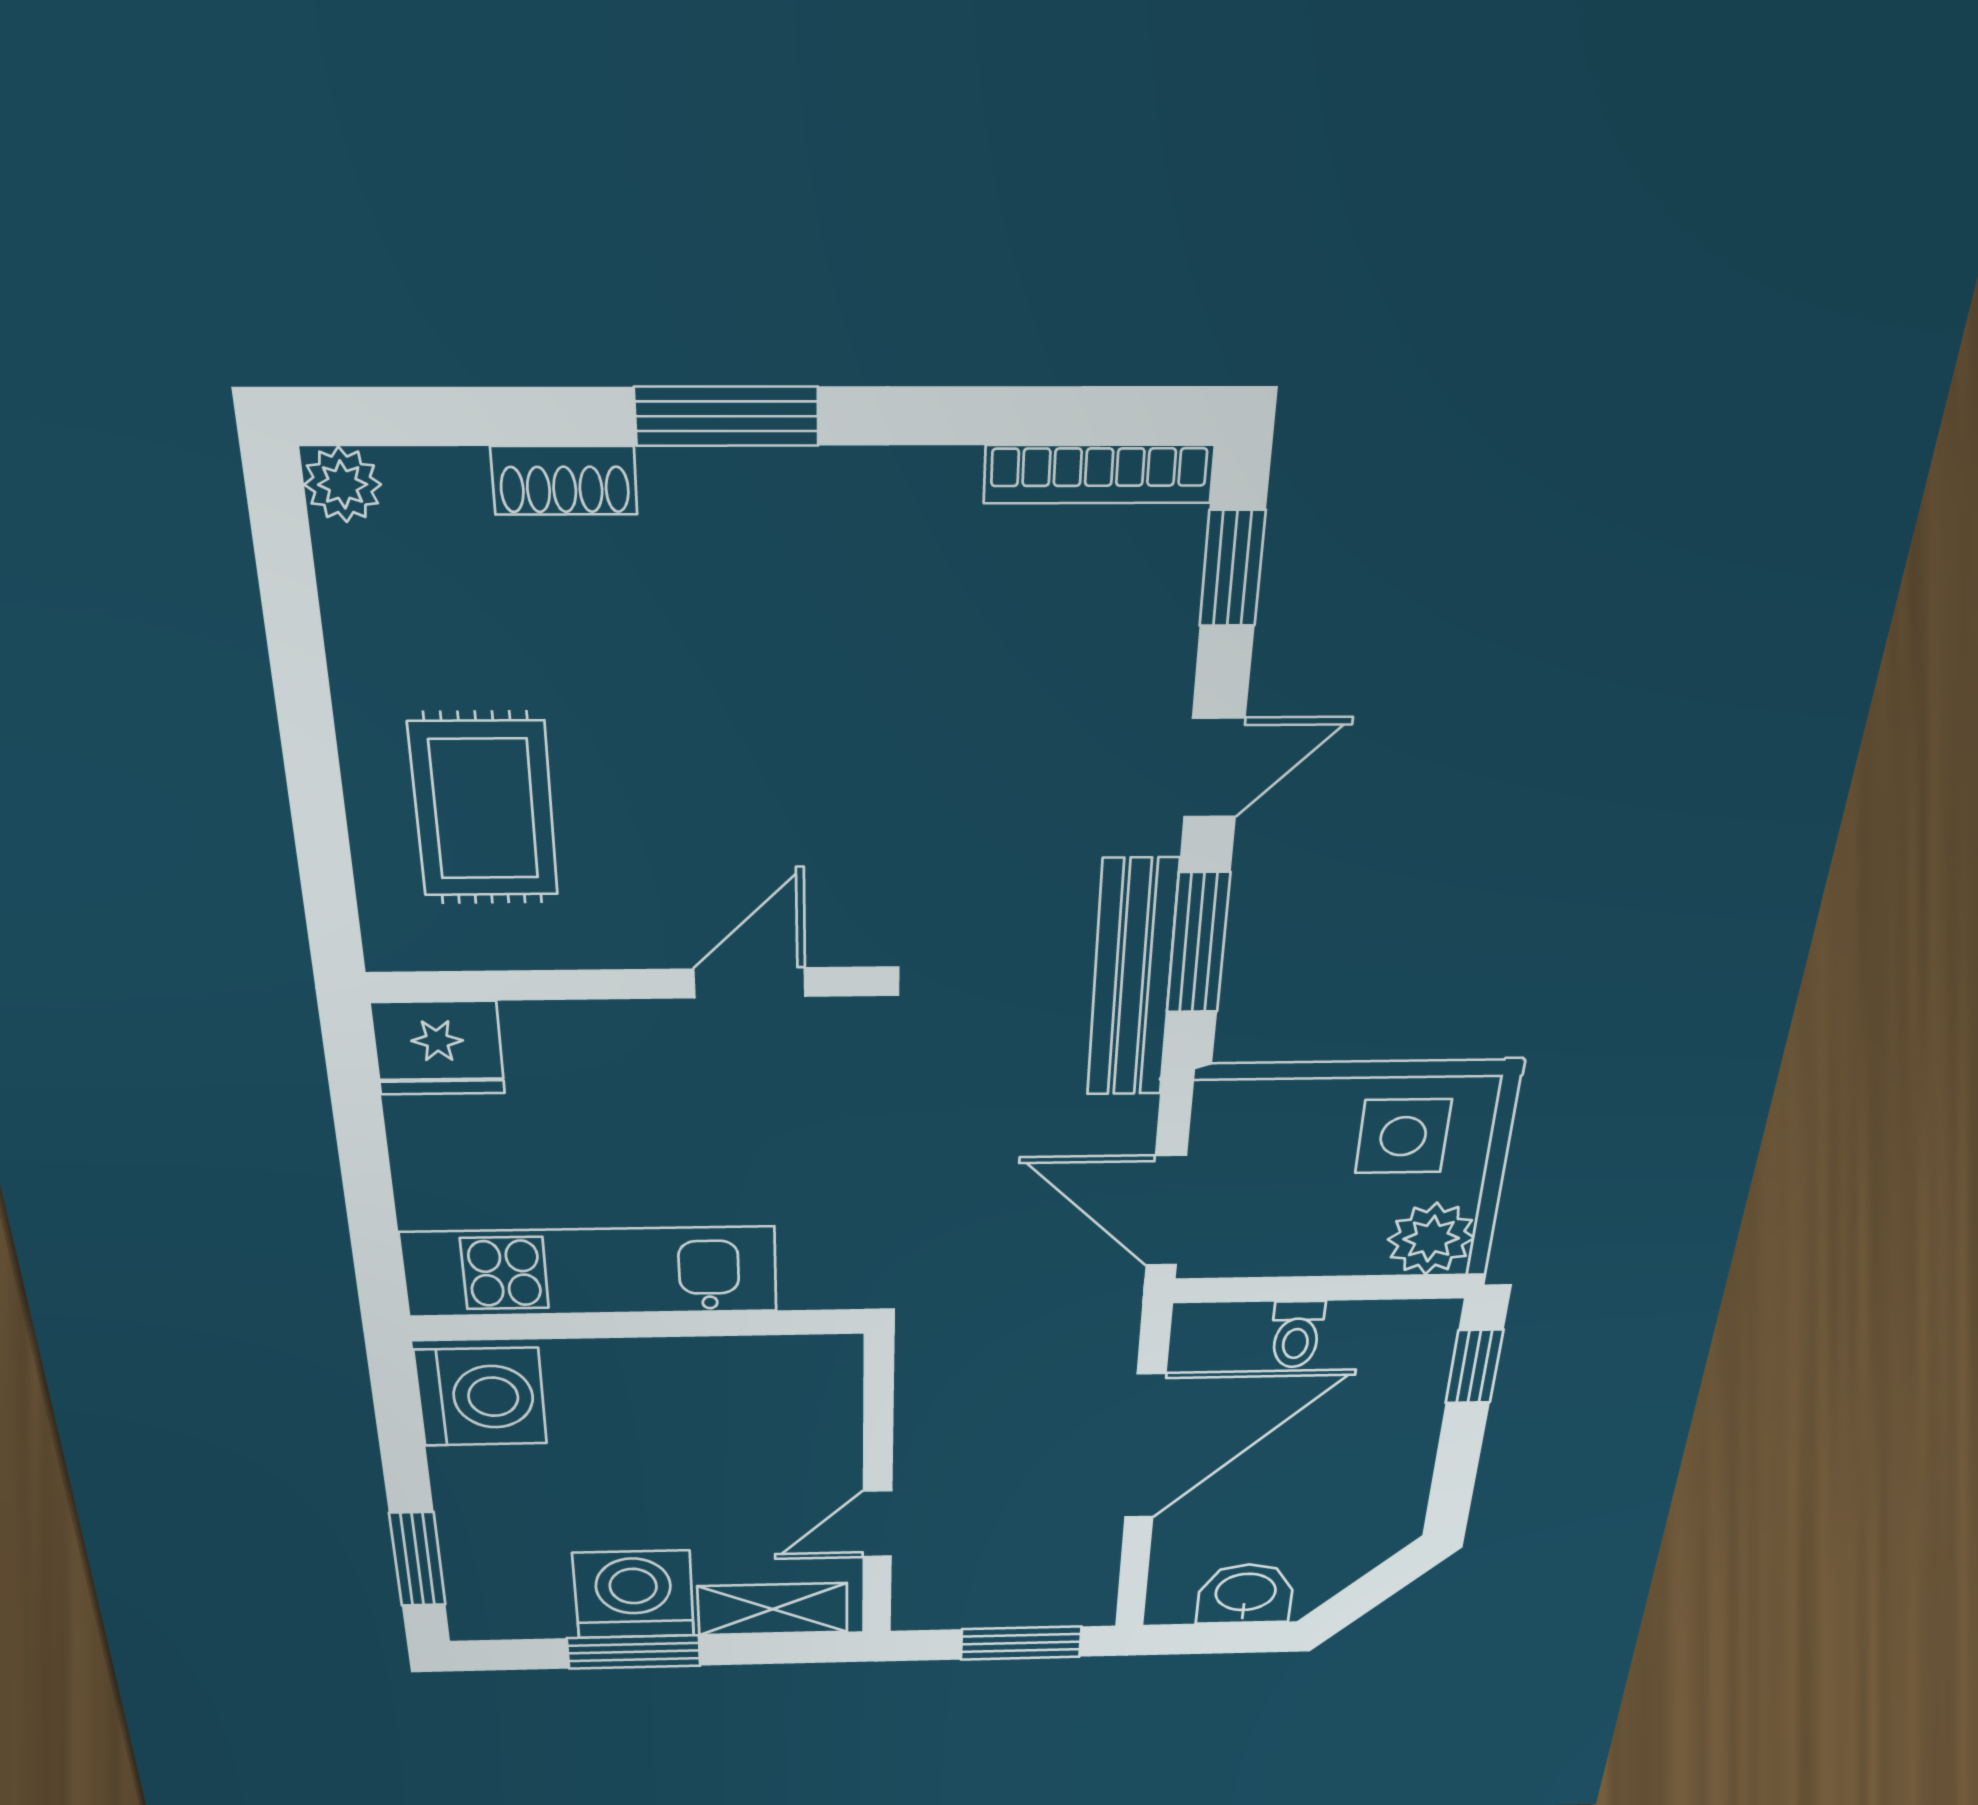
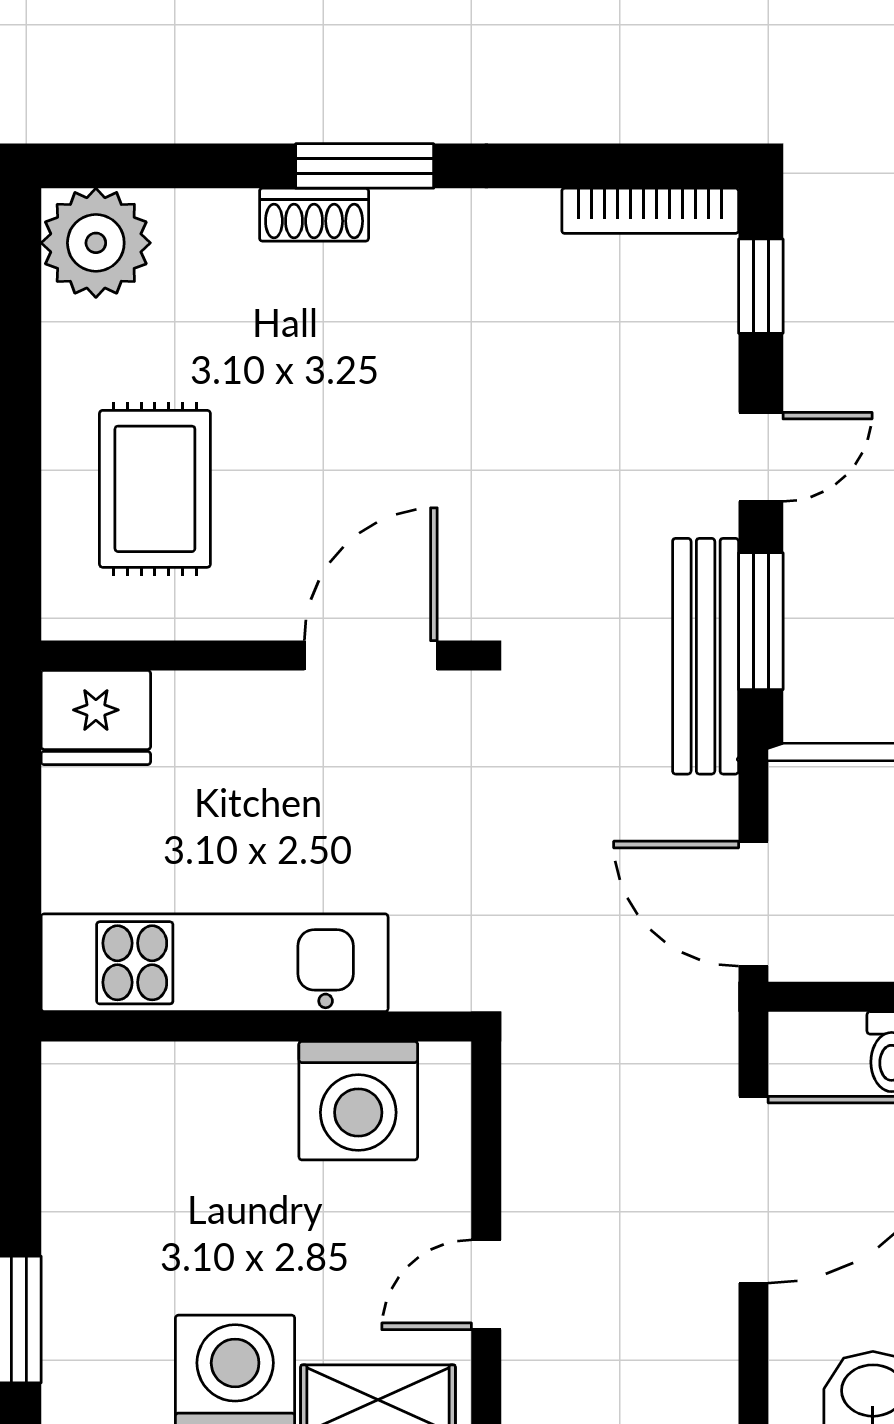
shoe rack: (564, 480) -> (314, 215), moved
plant: (343, 485) -> (96, 243), width x1.88, depth x1.88
door: (750, 983) -> (371, 656), width x1.38
washing machine: (481, 1397) -> (358, 1101), moved, turned 90

